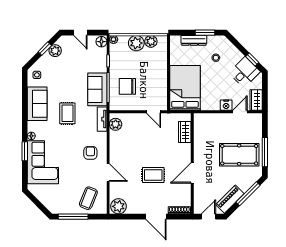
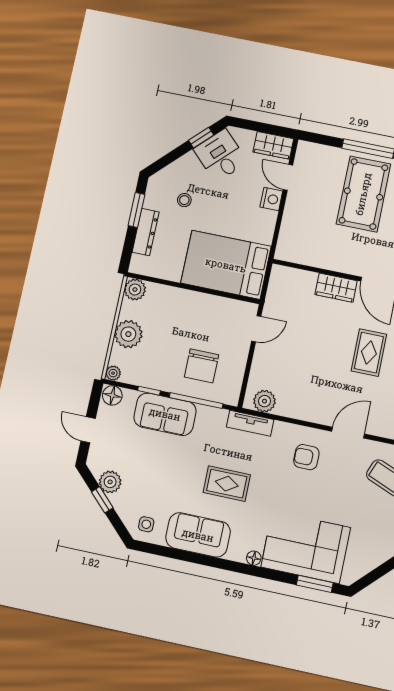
door: (80, 33) -> (88, 430), swing flipped
plant: (151, 41) -> (135, 290), moved
sofa: (97, 89) -> (165, 414), moved
wardrobe: (185, 132) -> (336, 288), moved
window: (25, 151) -> (315, 584), moved

